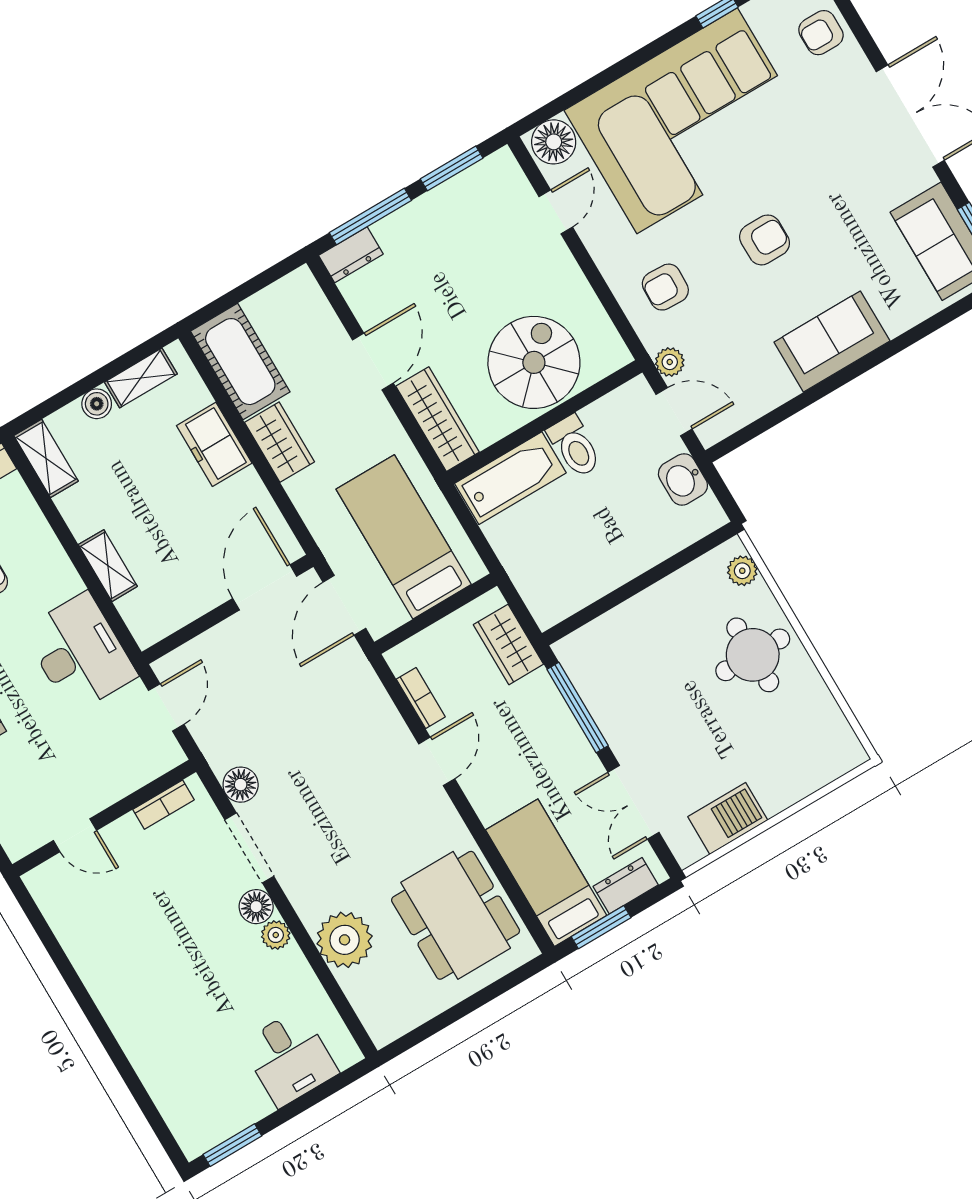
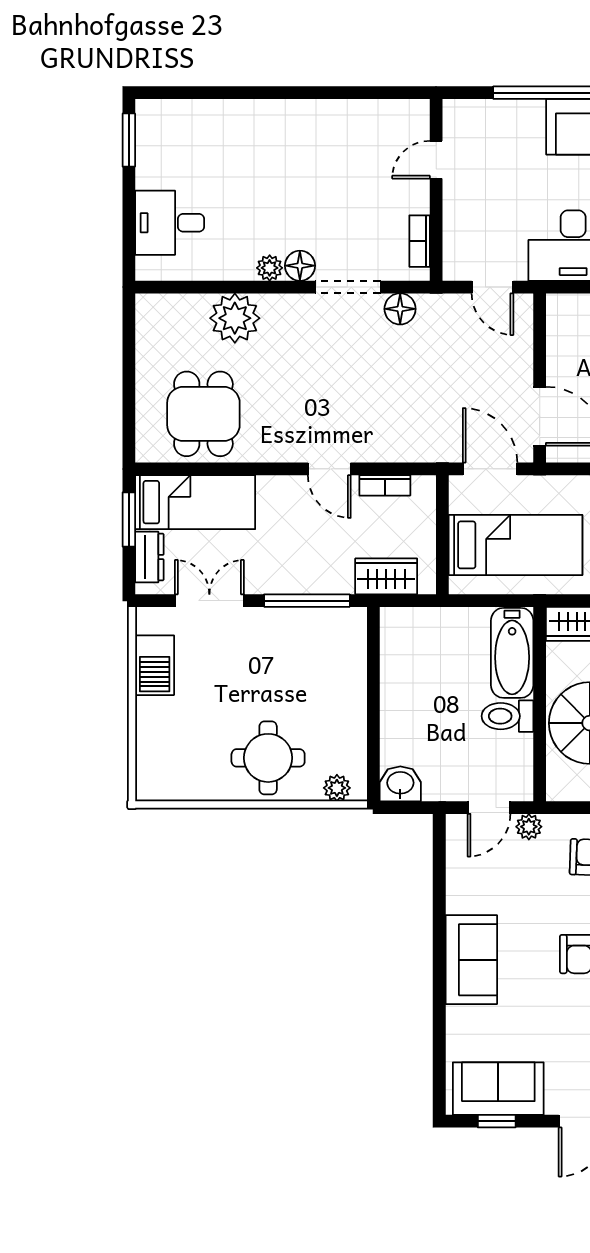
washbasin: (683, 479) -> (400, 784), moved
dining table: (456, 915) -> (203, 414), width x0.73

